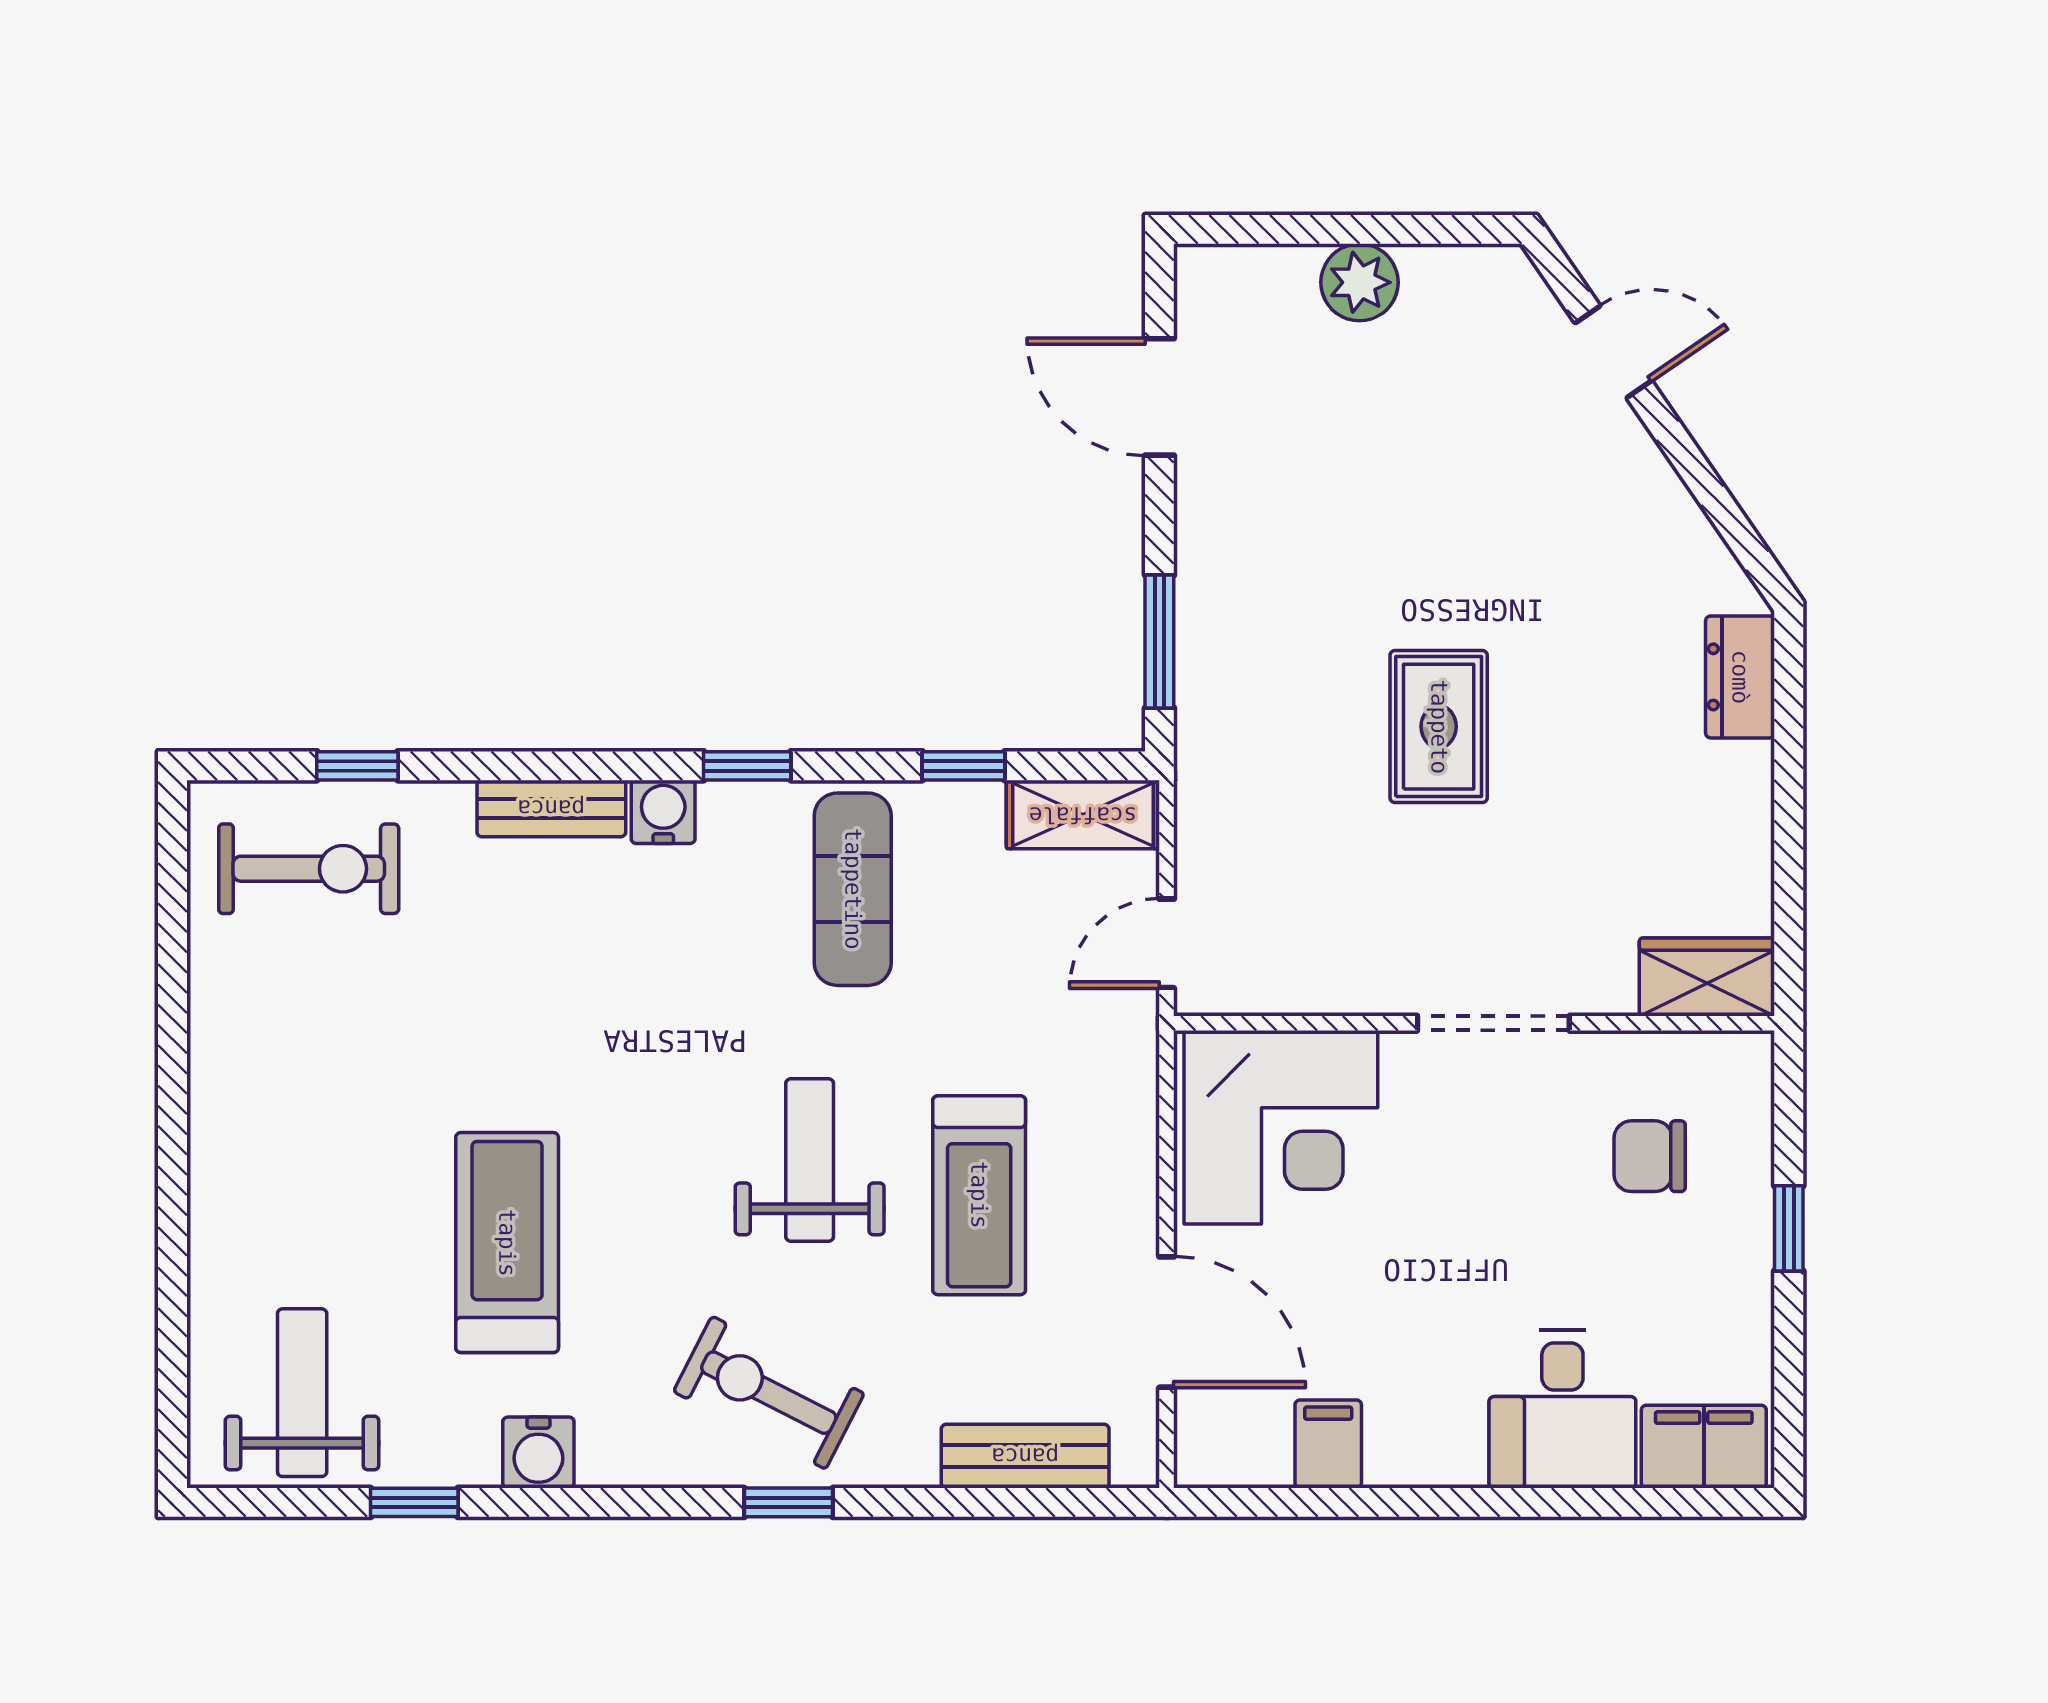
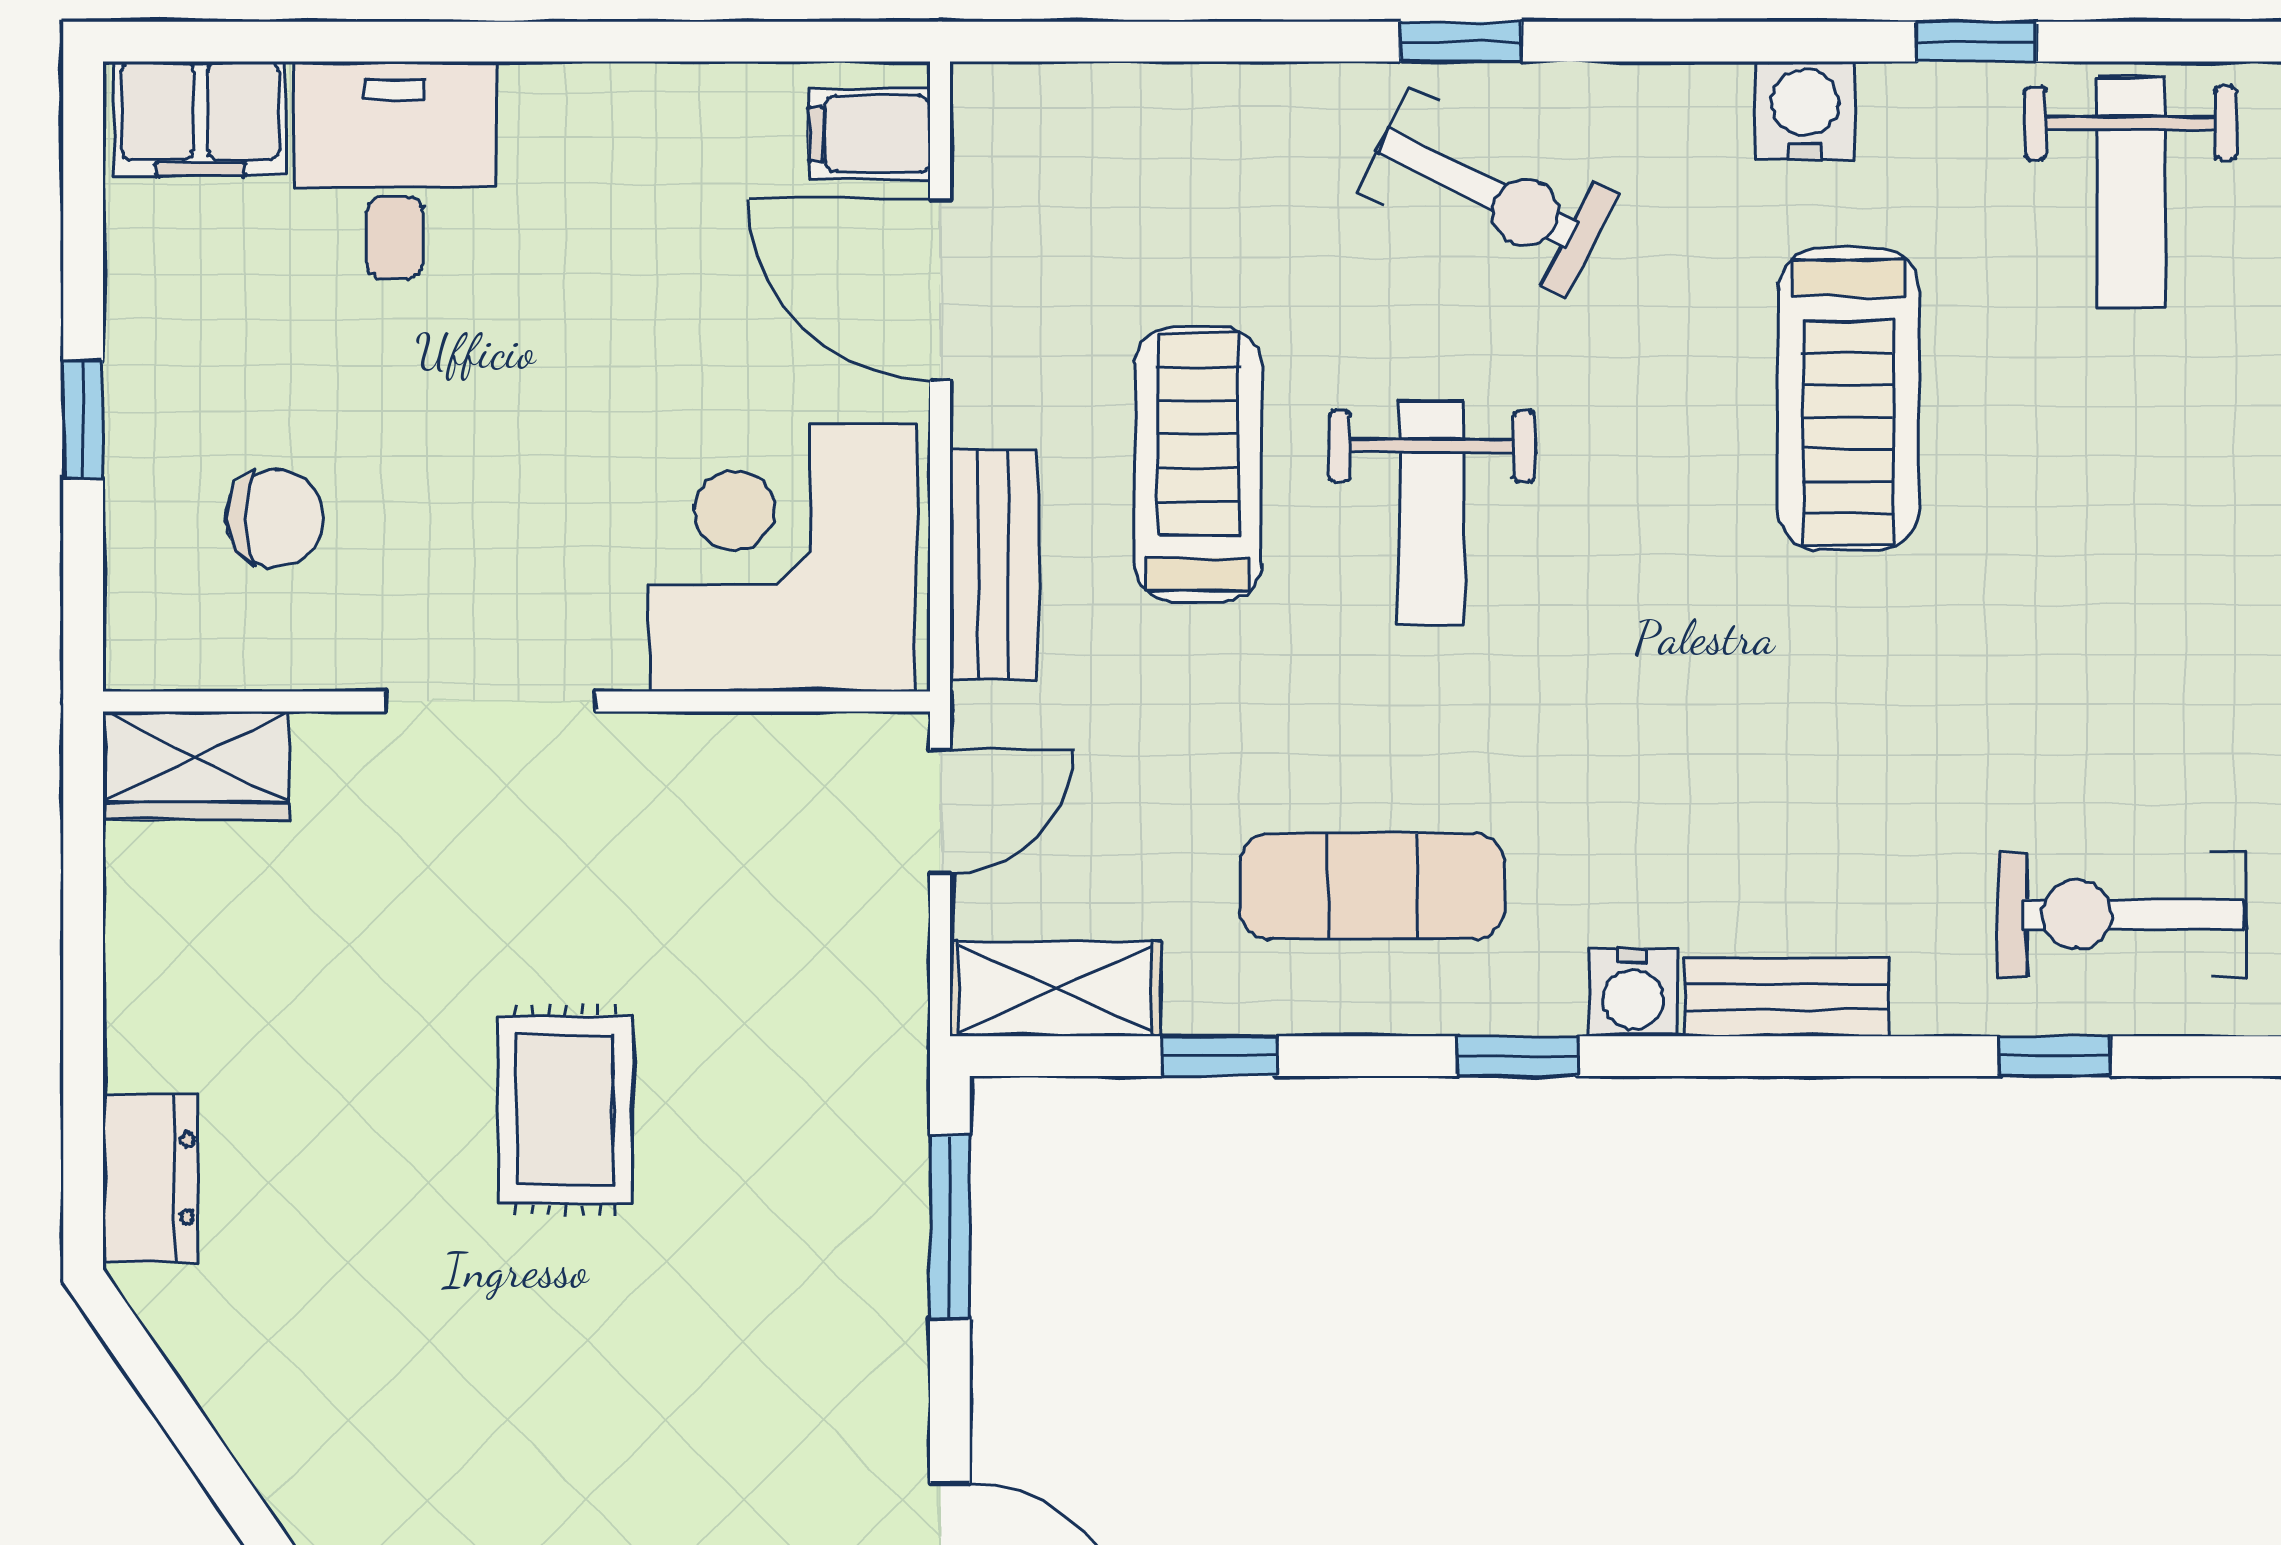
exercise mat: (853, 889) -> (1372, 886), turned 90
filing cabinet: (1328, 1444) -> (869, 134), moved, turned 90
bench: (1025, 1456) -> (994, 564), moved, turned 90

